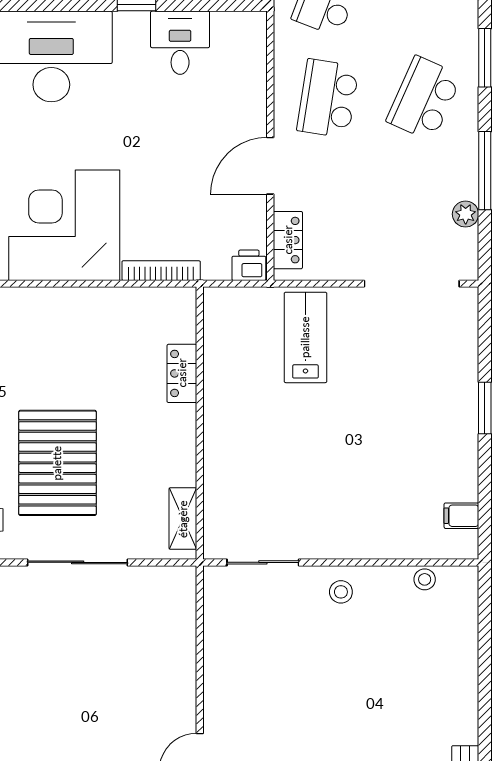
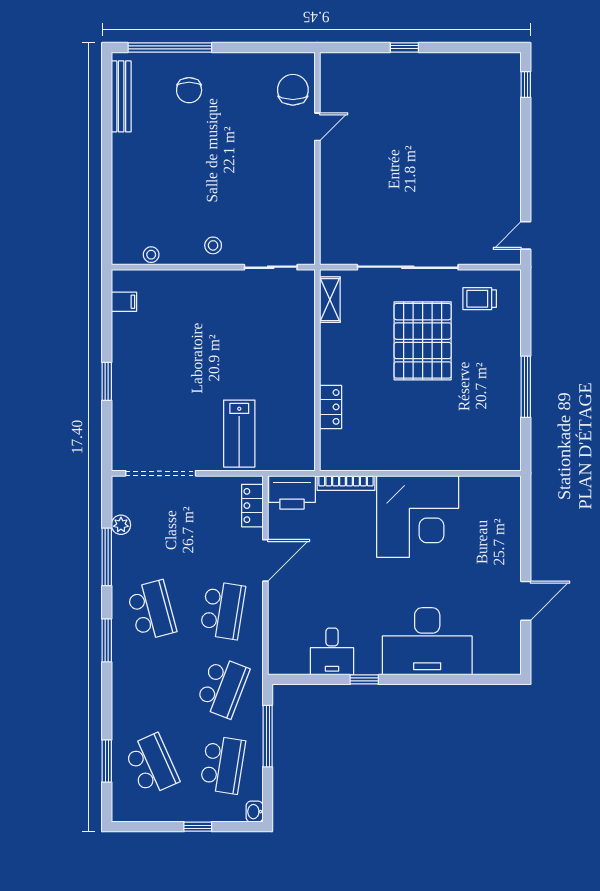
school desk: (424, 98) -> (152, 610), turned -39
printer: (249, 265) -> (292, 492), width x1.87, depth x1.48
sliding door: (78, 562) -> (408, 267), width x1.36

